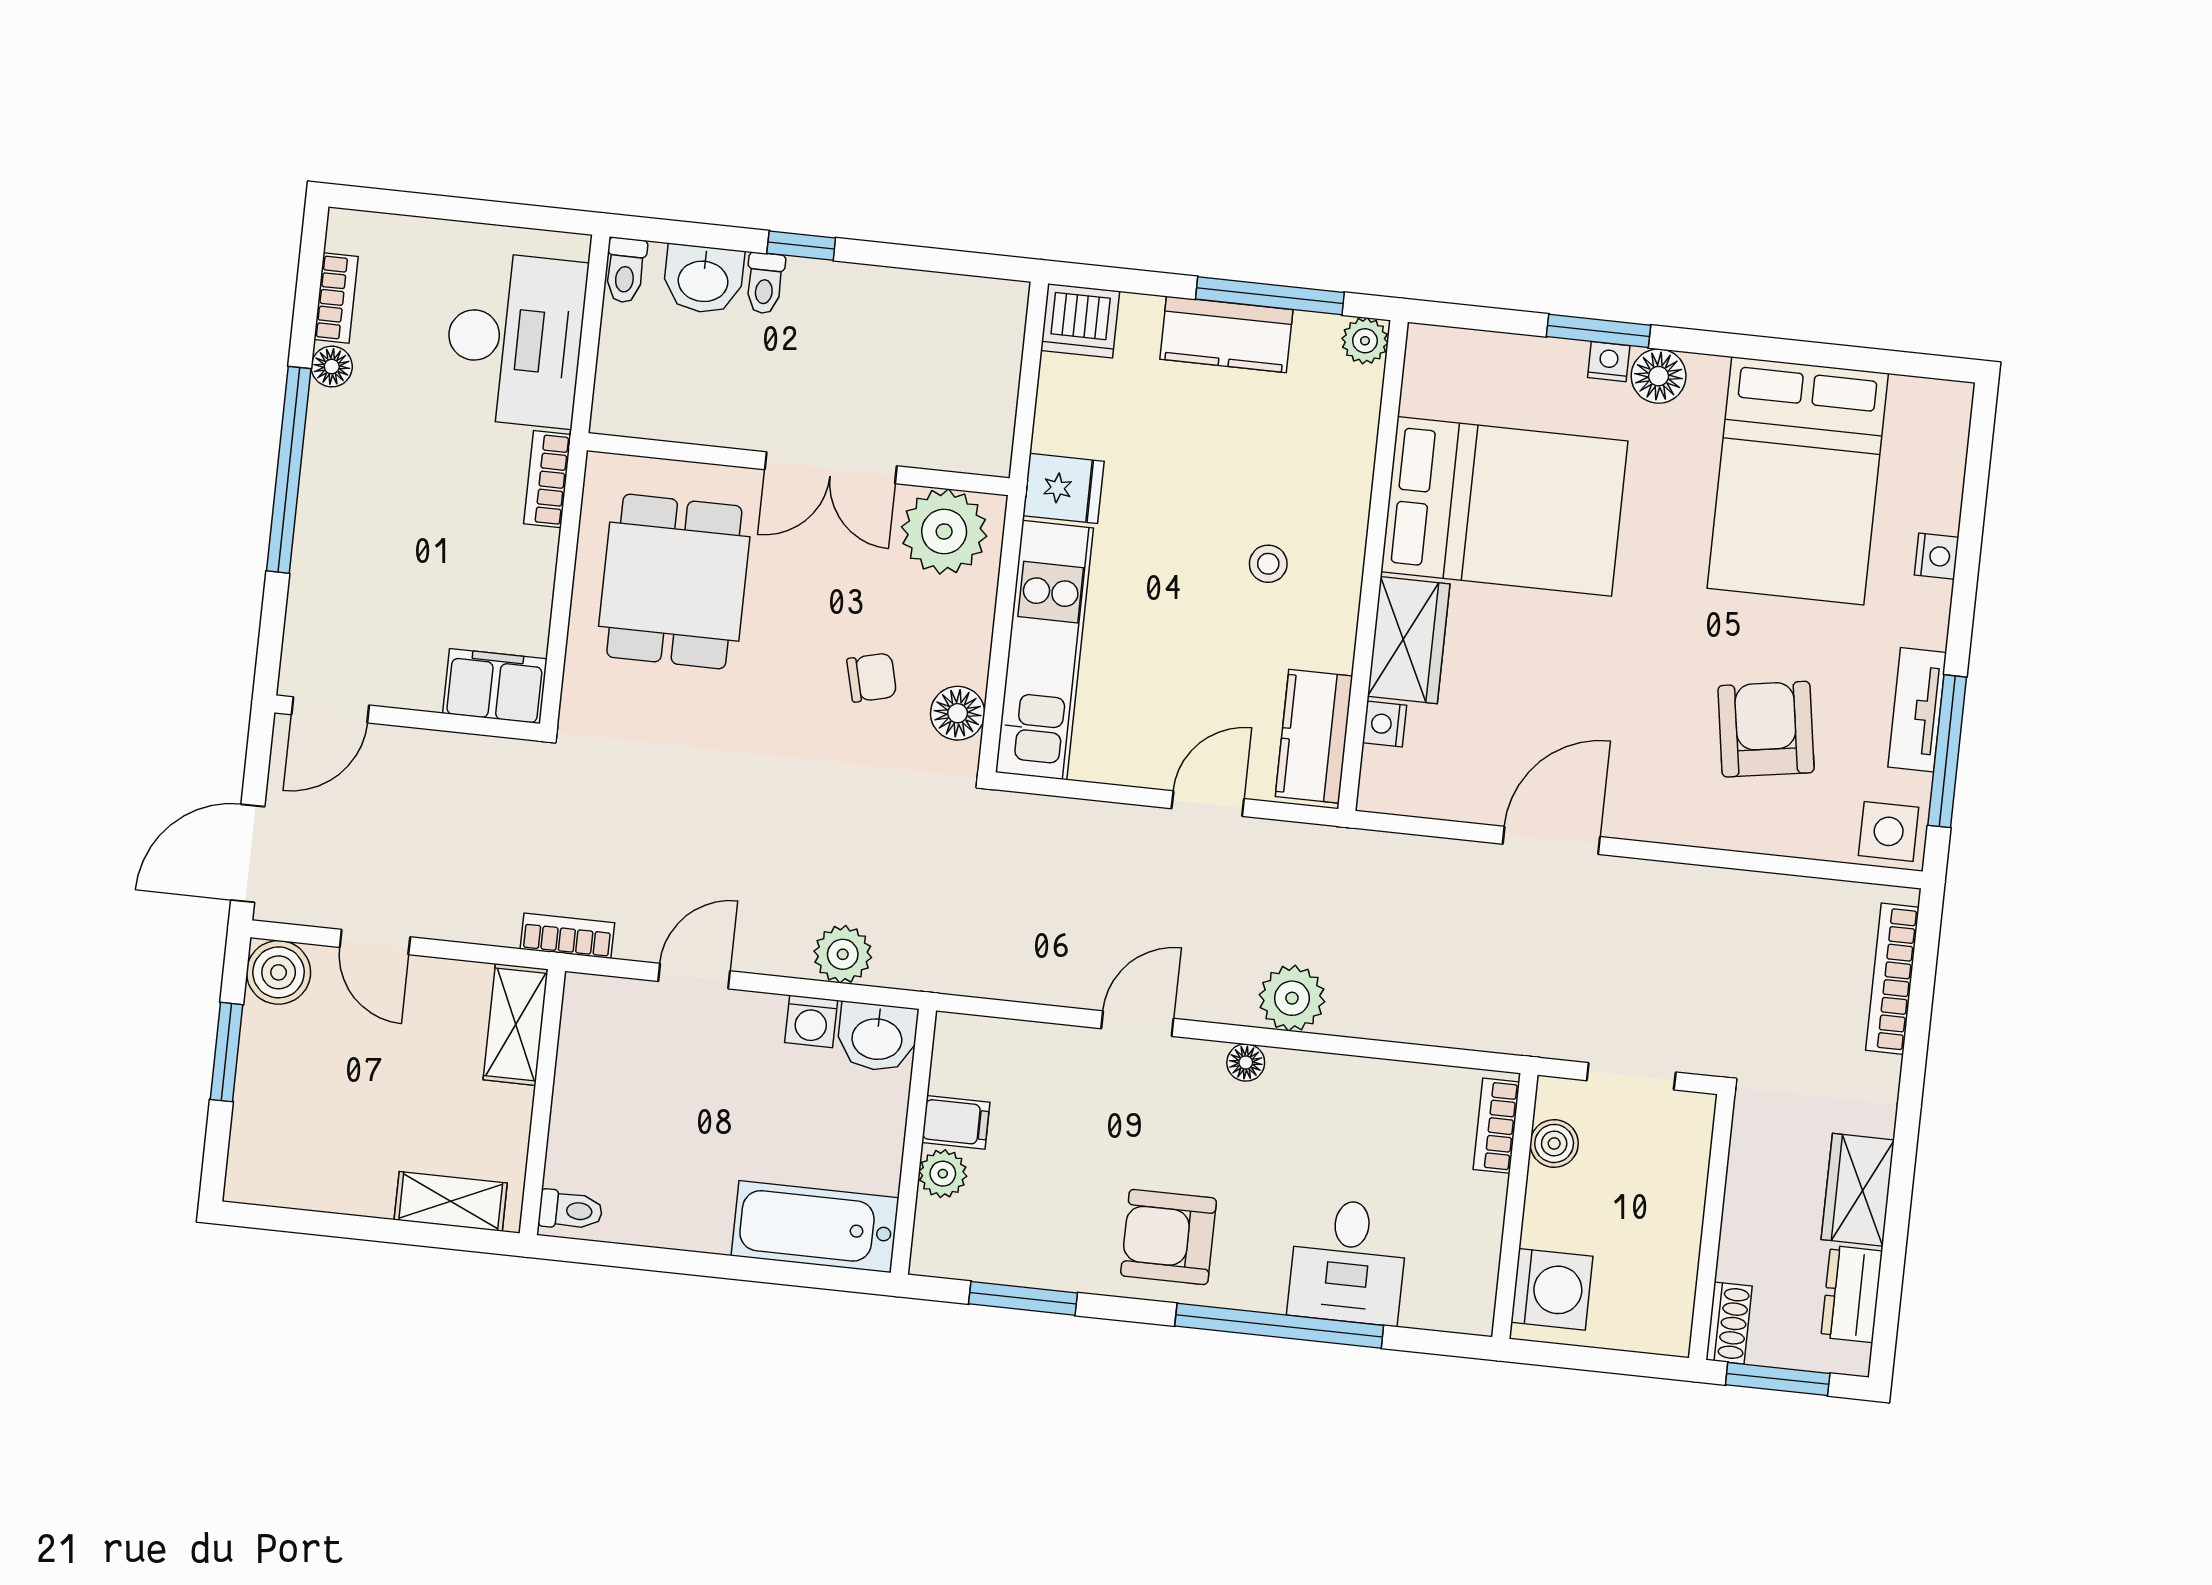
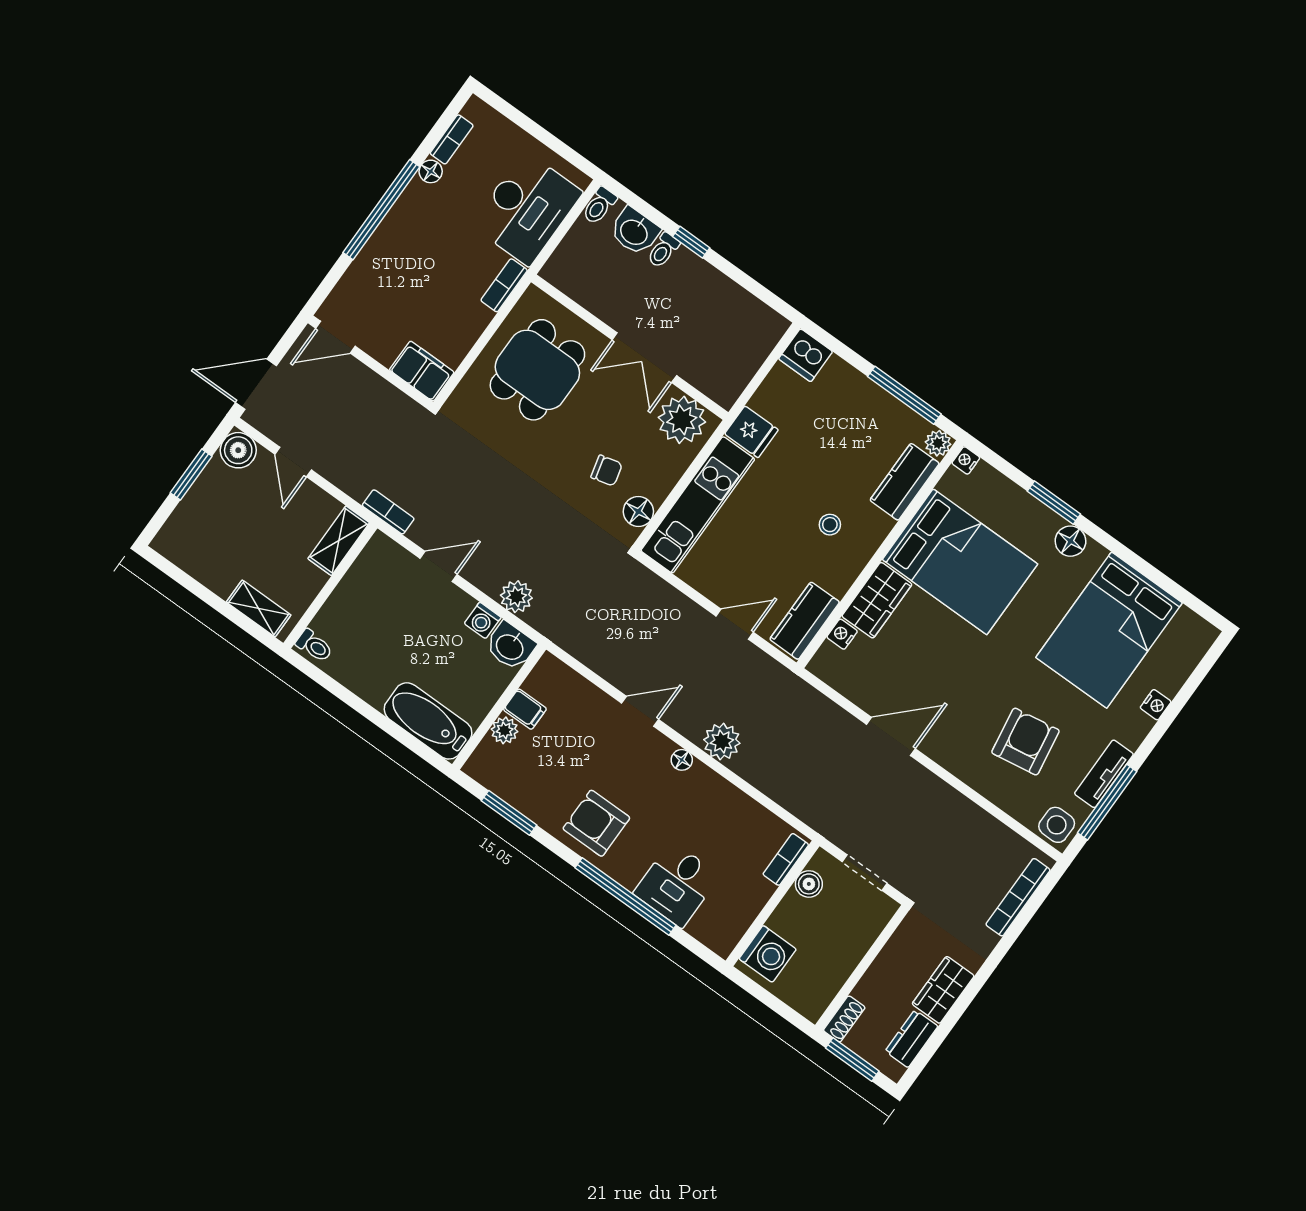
kitchen counter: (1226, 334) -> (905, 482), moved, turned 90
nightstand: (1609, 362) -> (966, 460), moved, turned -90

